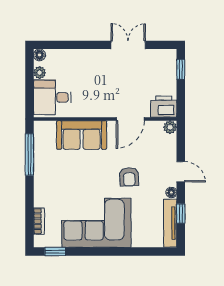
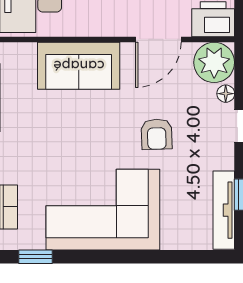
plant: (170, 127) -> (214, 62), width x1.88, depth x1.88
floor lamp: (171, 192) -> (226, 94), moved

